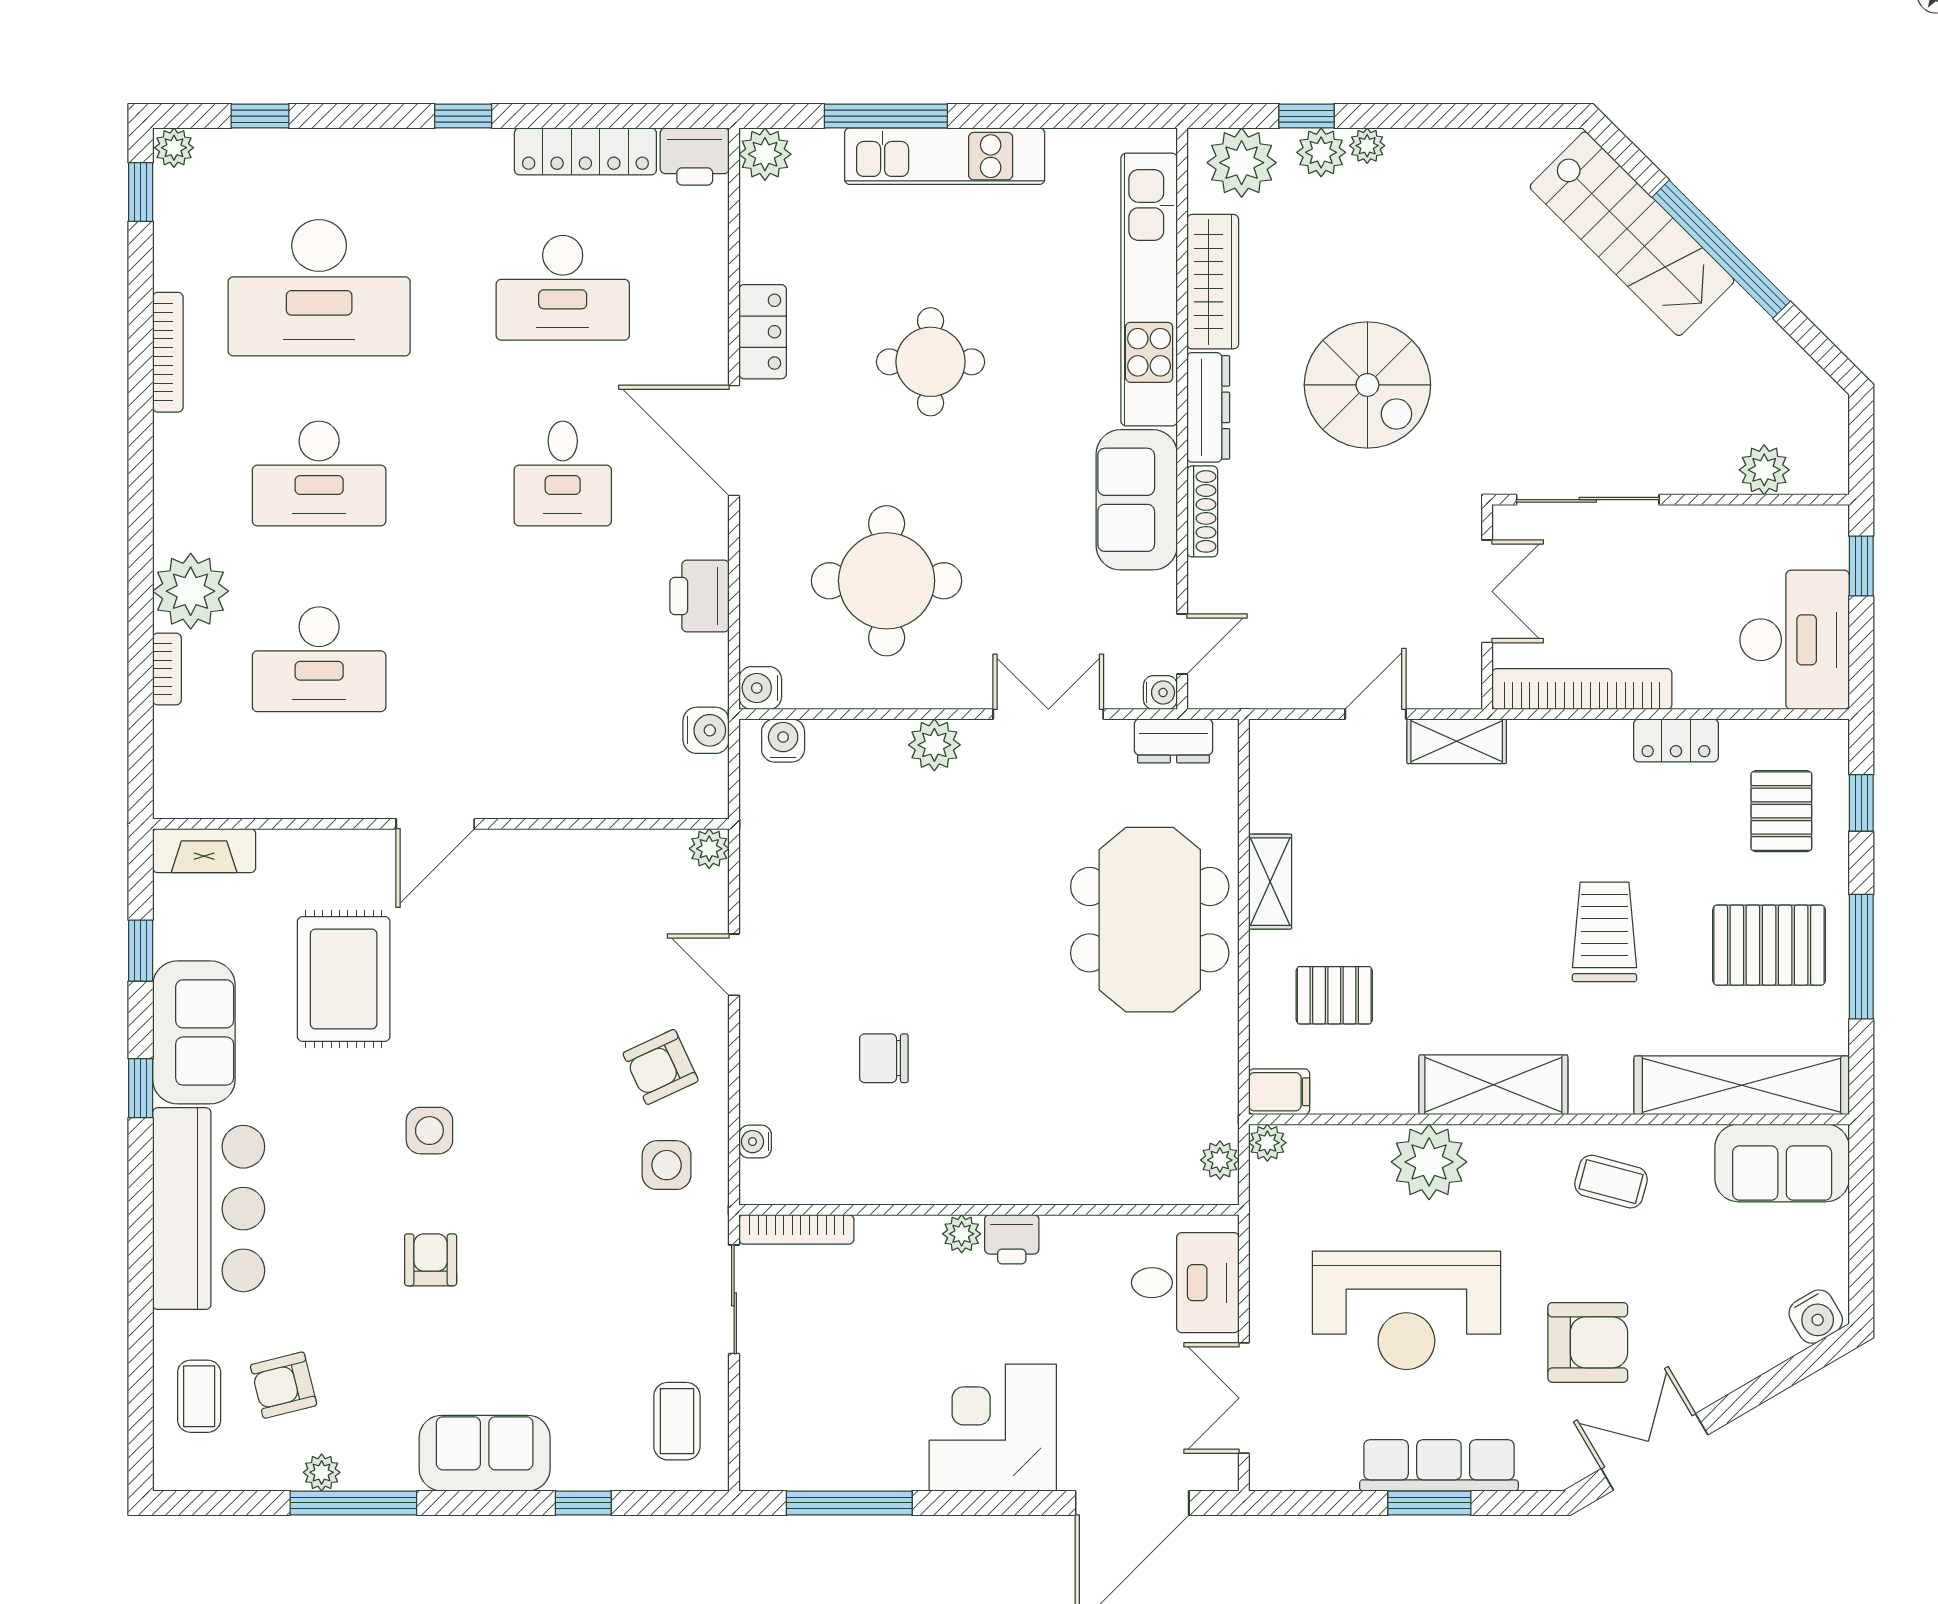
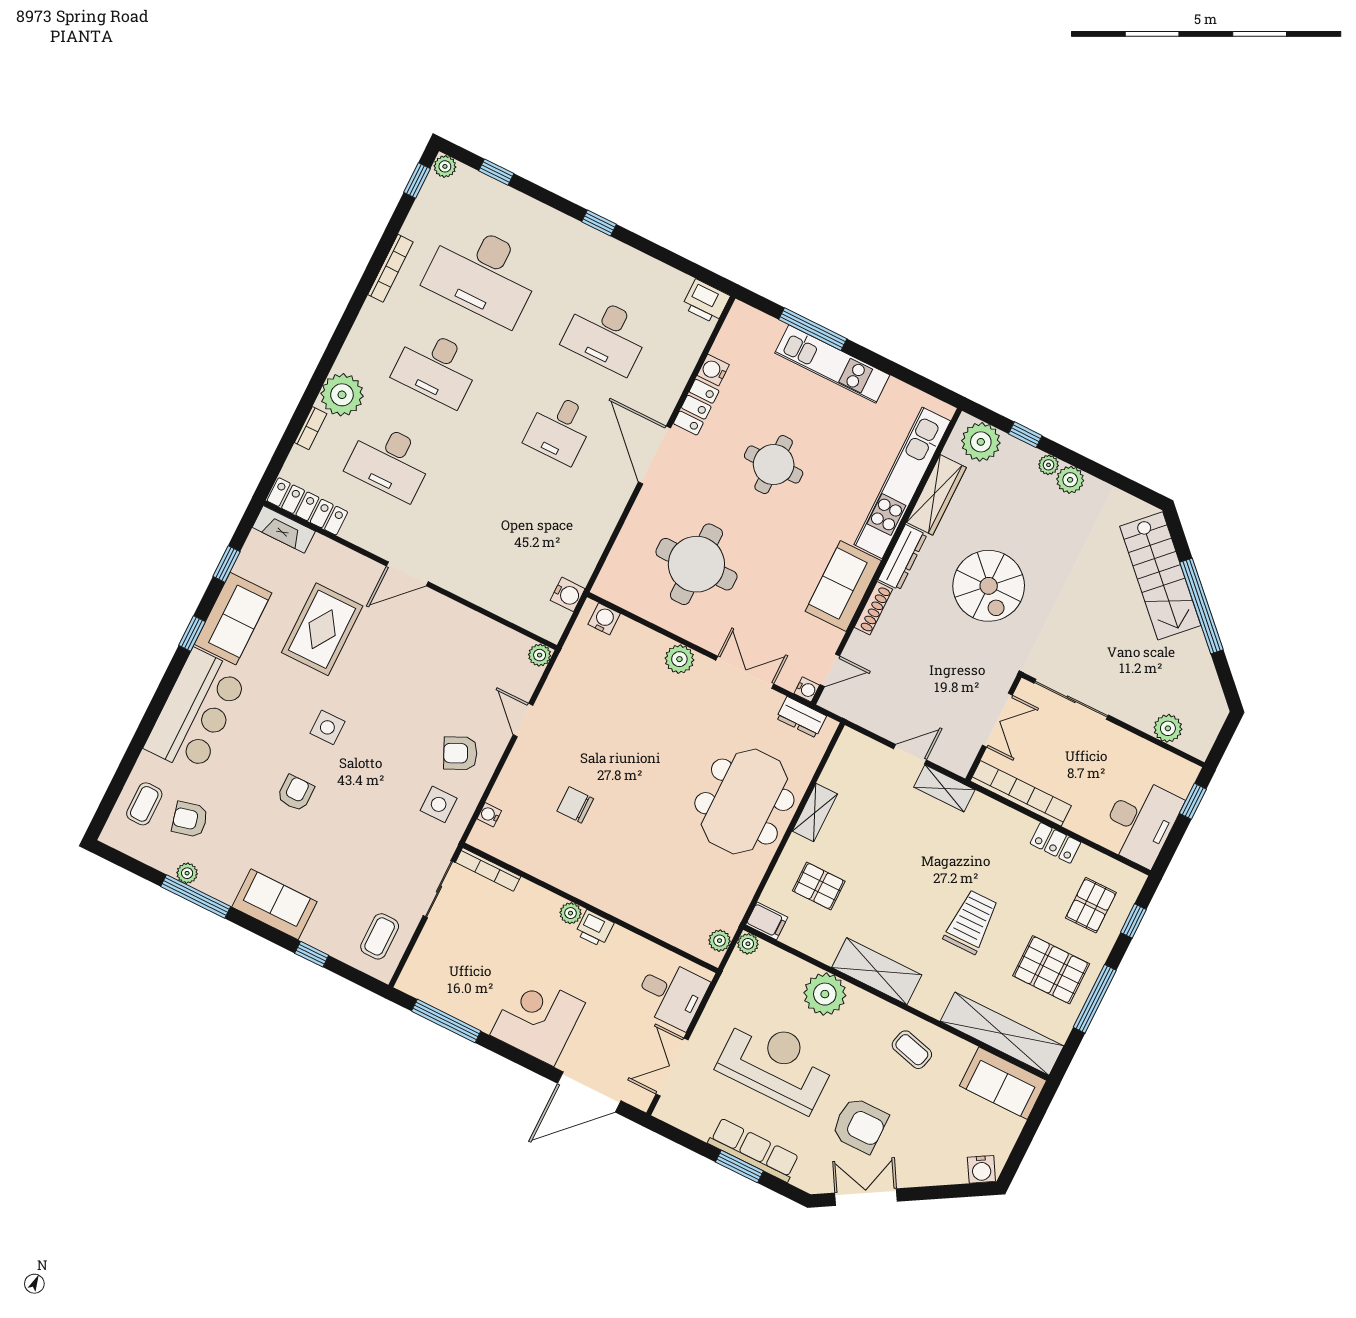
locker: (585, 151) -> (307, 506), moved, turned 180
plant: (1321, 152) -> (1070, 480), moved
plant: (765, 154) -> (742, 318), removed
printer: (700, 596) -> (598, 525), removed
water cooler: (760, 688) -> (713, 370), moved
reception desk: (1406, 1310) -> (776, 1063), turned 180

